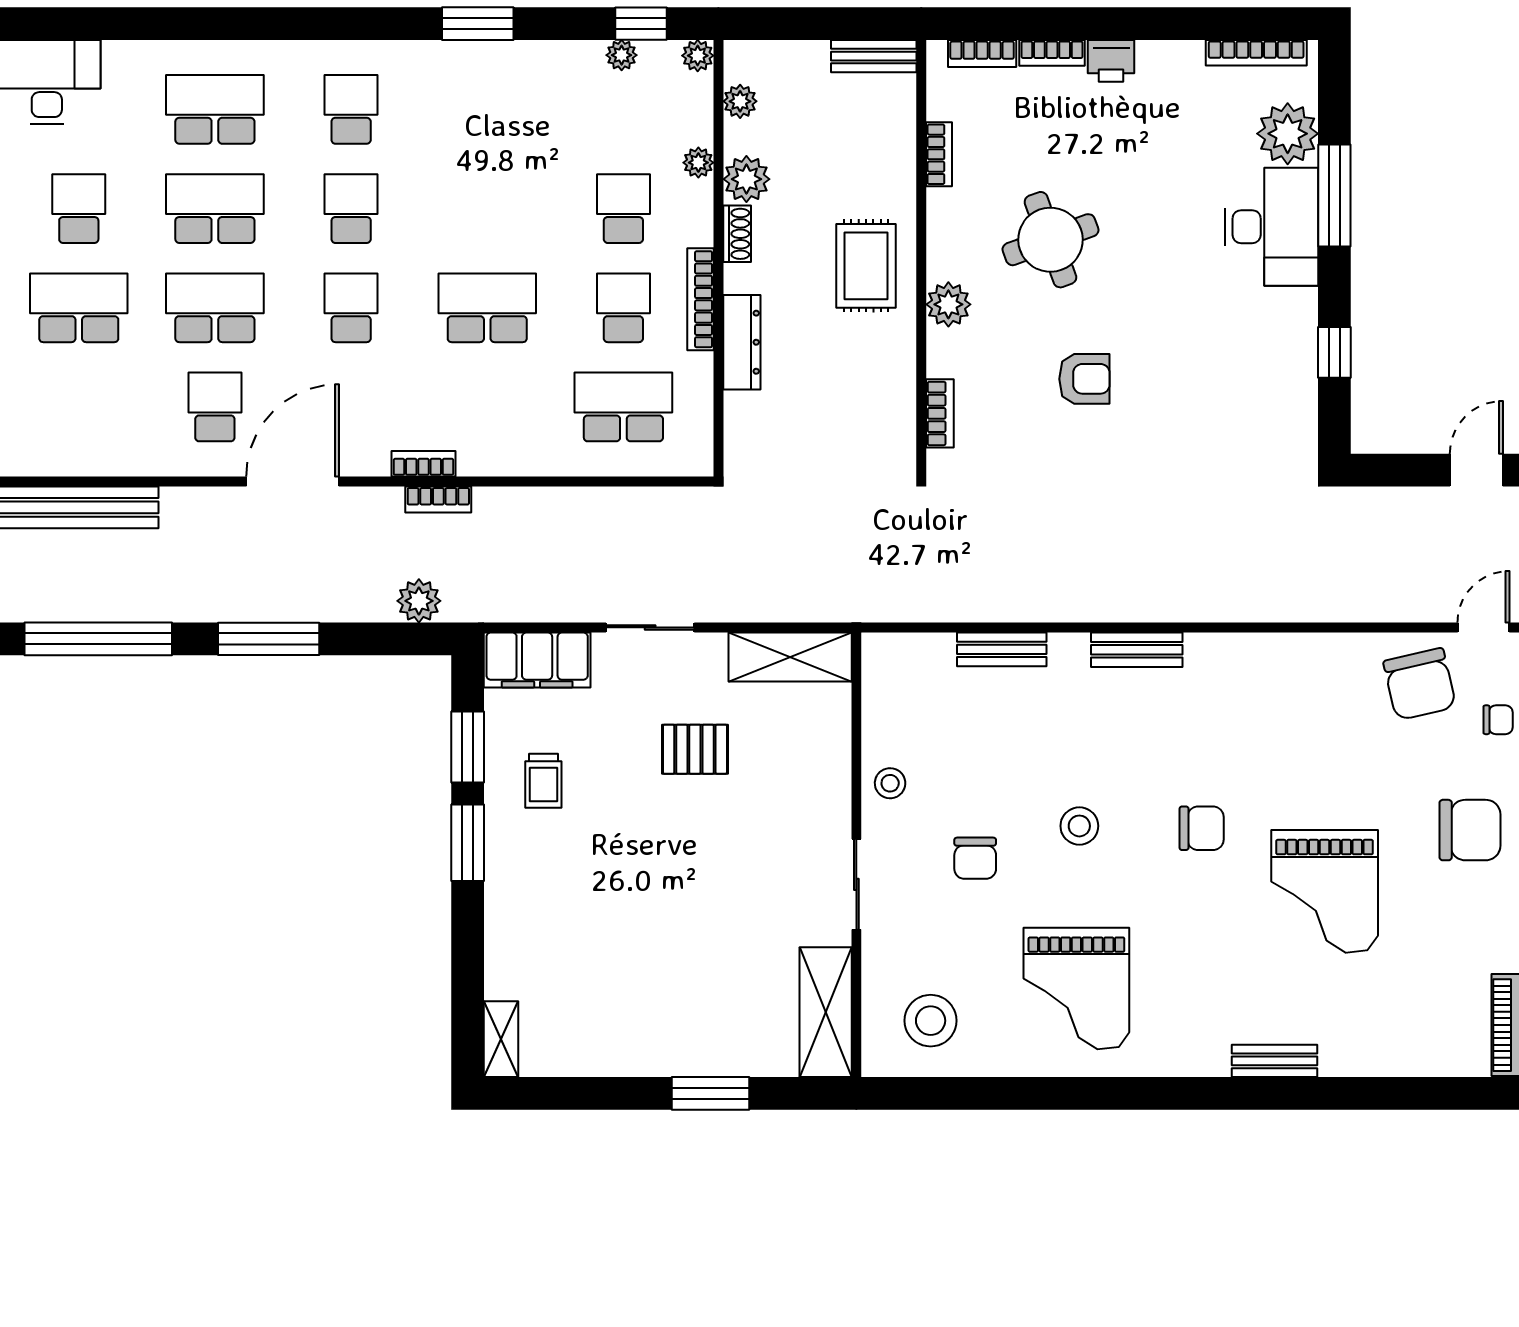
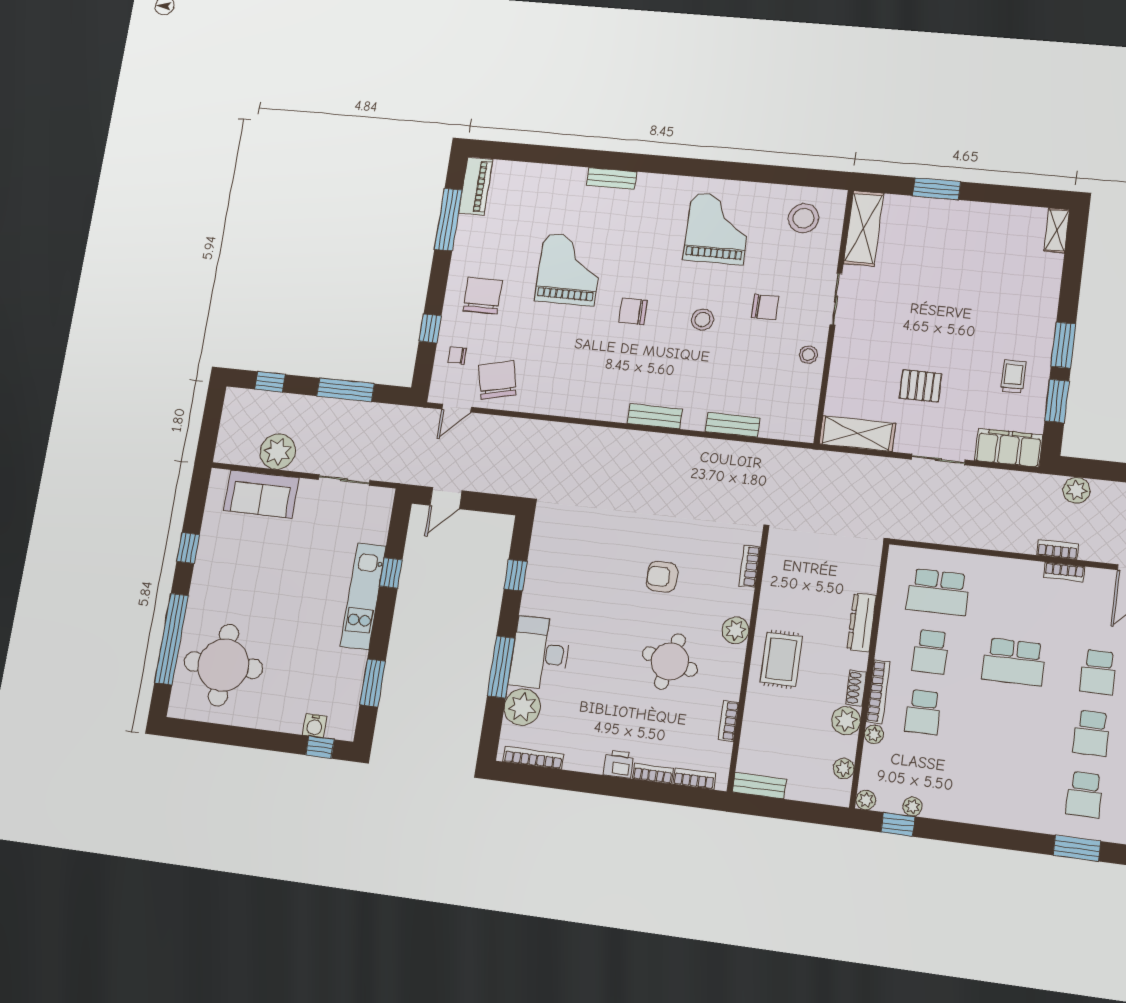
window: (478, 24) -> (1077, 848), moved
round table: (1050, 240) -> (670, 661), turned 34
bookcase: (700, 299) -> (878, 692), moved
chair: (1470, 830) -> (483, 296), turned 90
chair: (975, 858) -> (765, 307), turned 90

